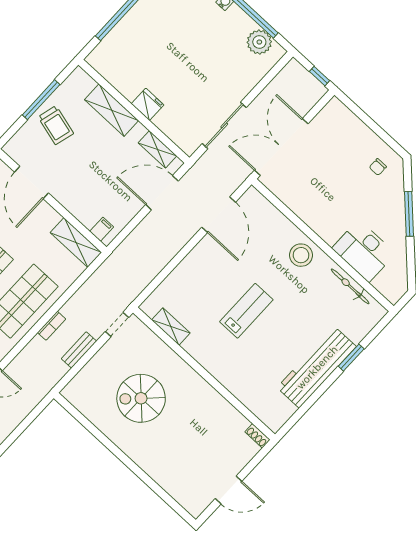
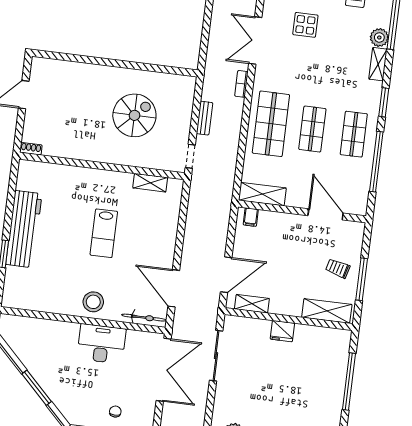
shelving: (112, 110) -> (327, 311), moved
trolley: (56, 125) -> (338, 268), width x0.73, depth x0.72
chair: (378, 167) -> (115, 412), moved
desk: (364, 251) -> (101, 344), moved
bicycle: (350, 286) -> (144, 318), moved
bookcase: (52, 326) -> (241, 84), moved

